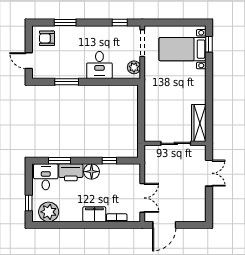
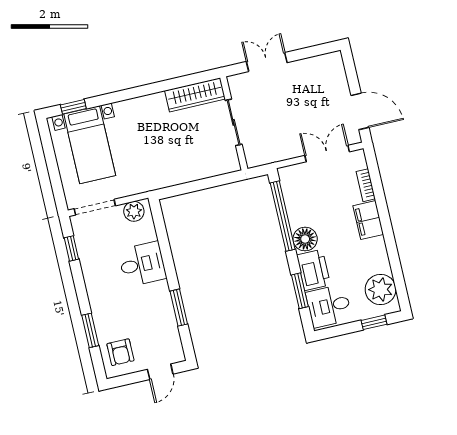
window: (109, 161) -> (283, 216), width x3.17

